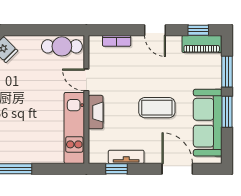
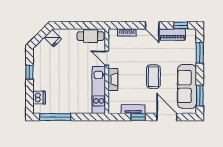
piano: (202, 44) -> (172, 34), moved
coffee table: (157, 108) -> (153, 77), turned 90
window: (227, 112) -> (200, 96), moved
window: (117, 169) -> (138, 117), moved

